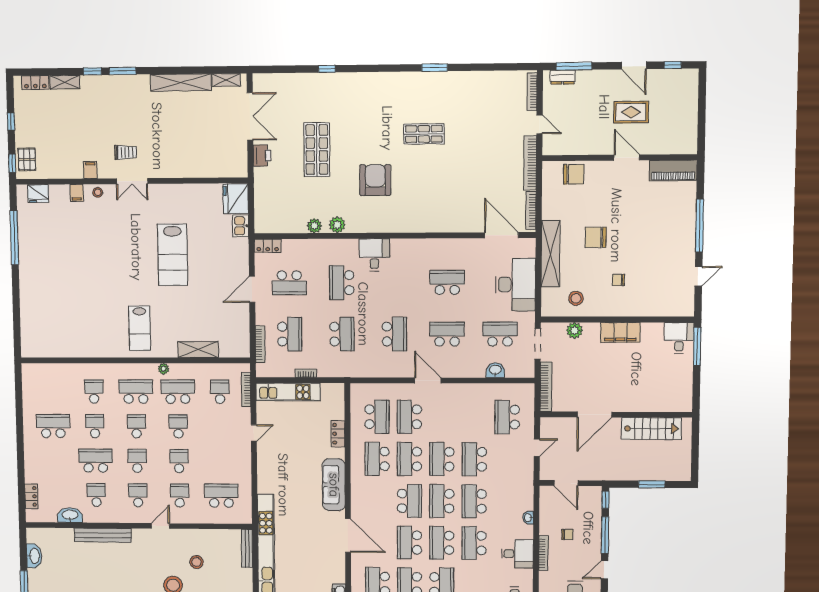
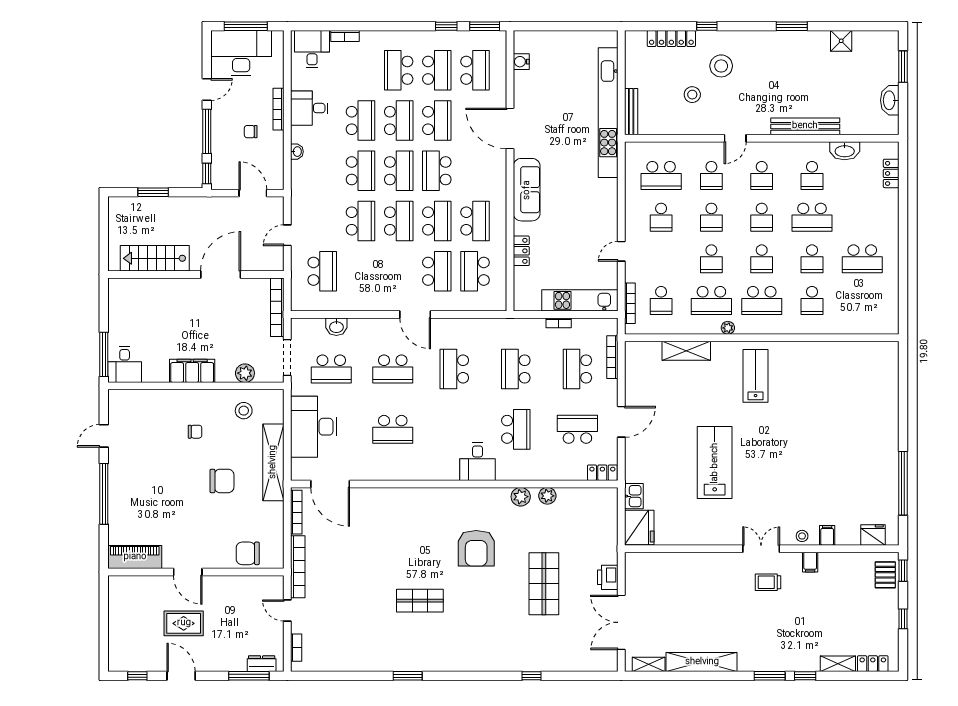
bookcase: (532, 92) -> (296, 648), width x0.64
school desk: (221, 461) -> (661, 217), added

